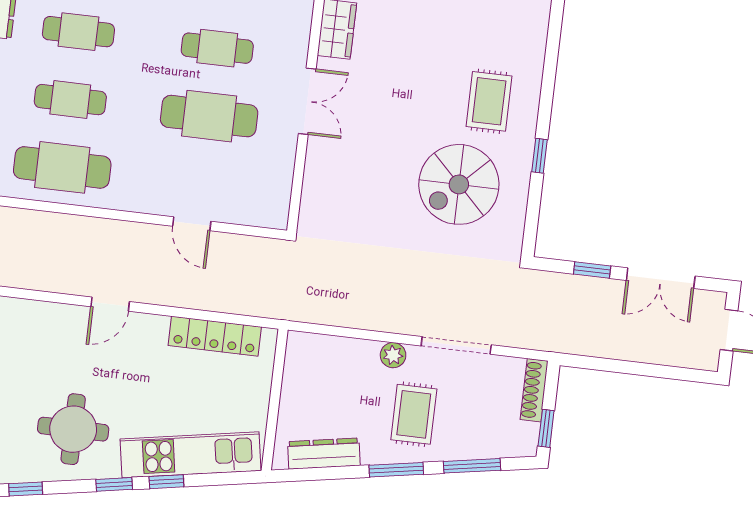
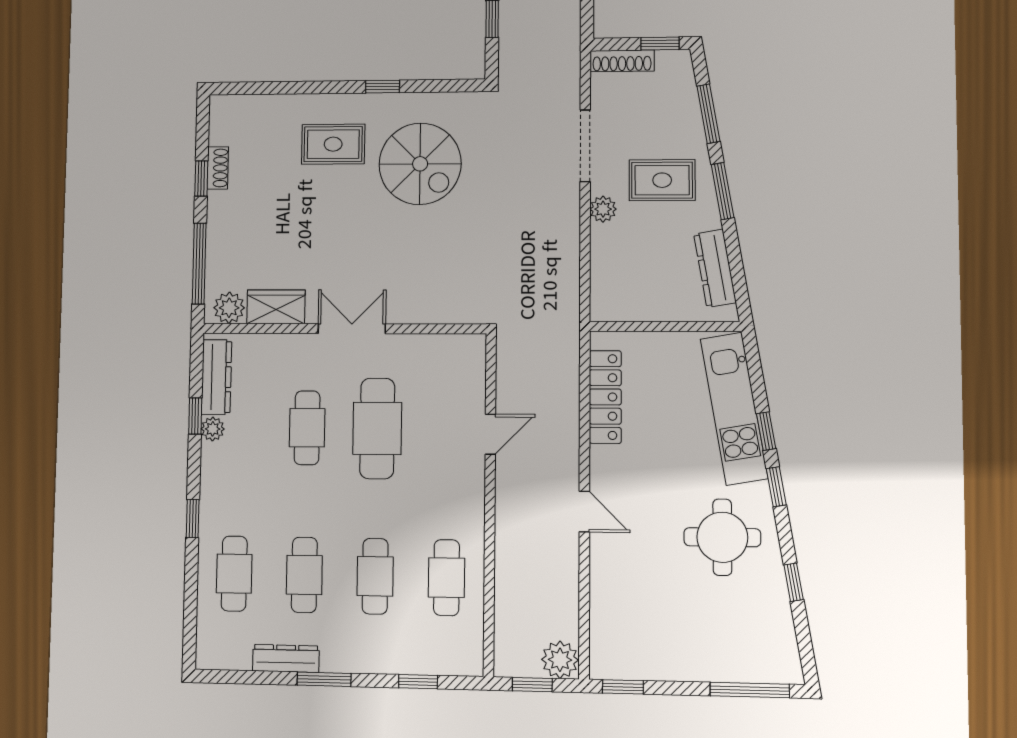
cafe table: (62, 167) -> (447, 578), width x0.73, depth x0.74

